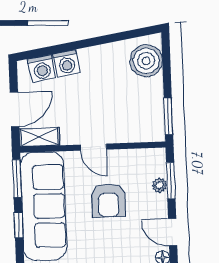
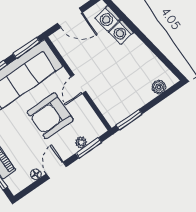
boiler: (146, 61) -> (159, 87), width x0.54, depth x0.54
shelving: (39, 137) -> (62, 45), removed
armchair: (108, 200) -> (50, 116), width x1.36, depth x1.36

